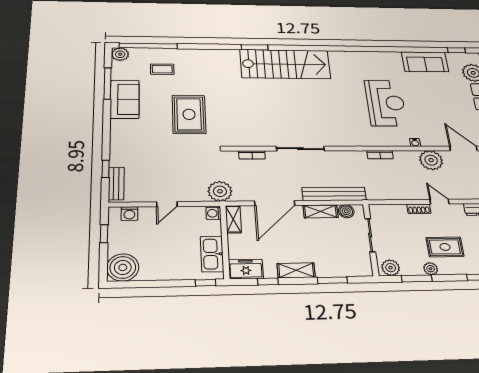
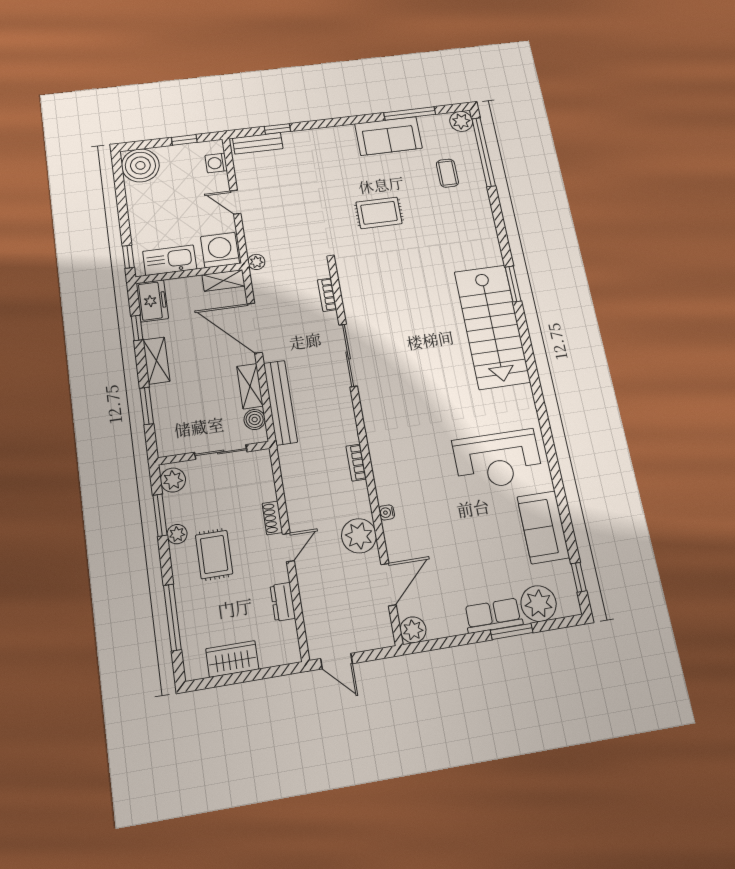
reception desk: (386, 103) -> (498, 460), moved
rug: (189, 114) -> (379, 213), width x0.73, depth x0.70
plant: (220, 191) -> (256, 262), width x0.53, depth x0.53
washing machine: (214, 213) -> (220, 250), width x1.89, depth x1.89

